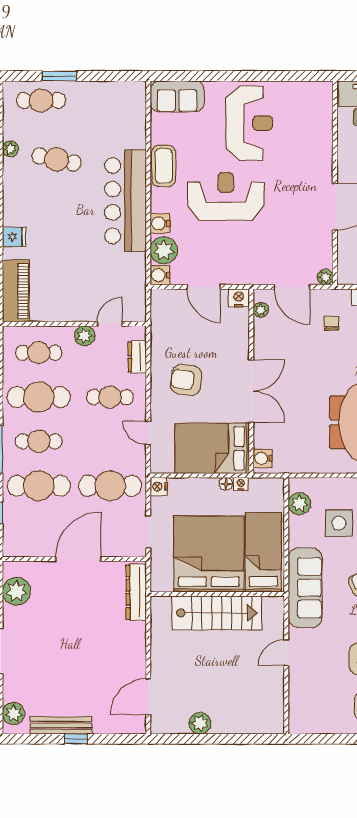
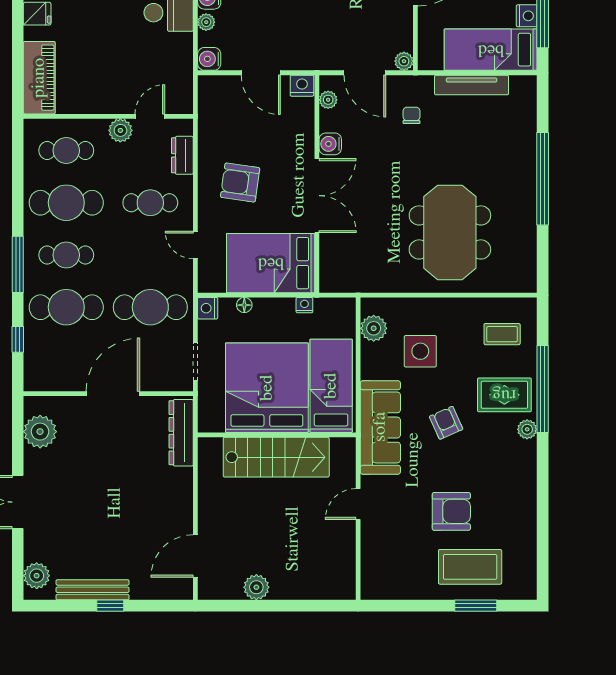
plant: (164, 250) -> (206, 22), width x0.53, depth x0.53
water cooler: (263, 458) -> (330, 144), moved
floor lamp: (226, 484) -> (244, 305), moved

